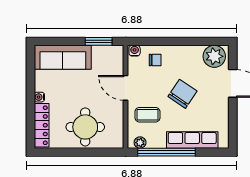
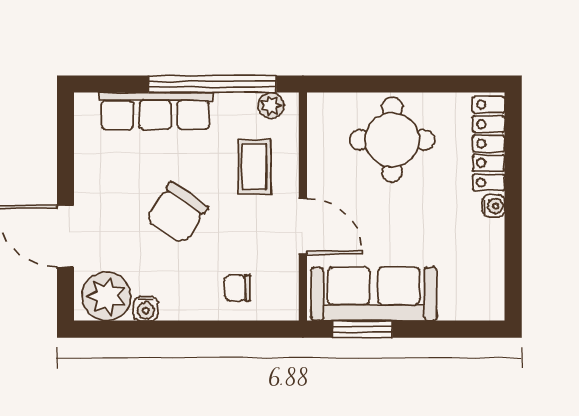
water cooler: (135, 51) -> (146, 309), moved
sofa: (63, 57) -> (374, 294), moved
coffee table: (147, 115) -> (254, 167), turned 90

